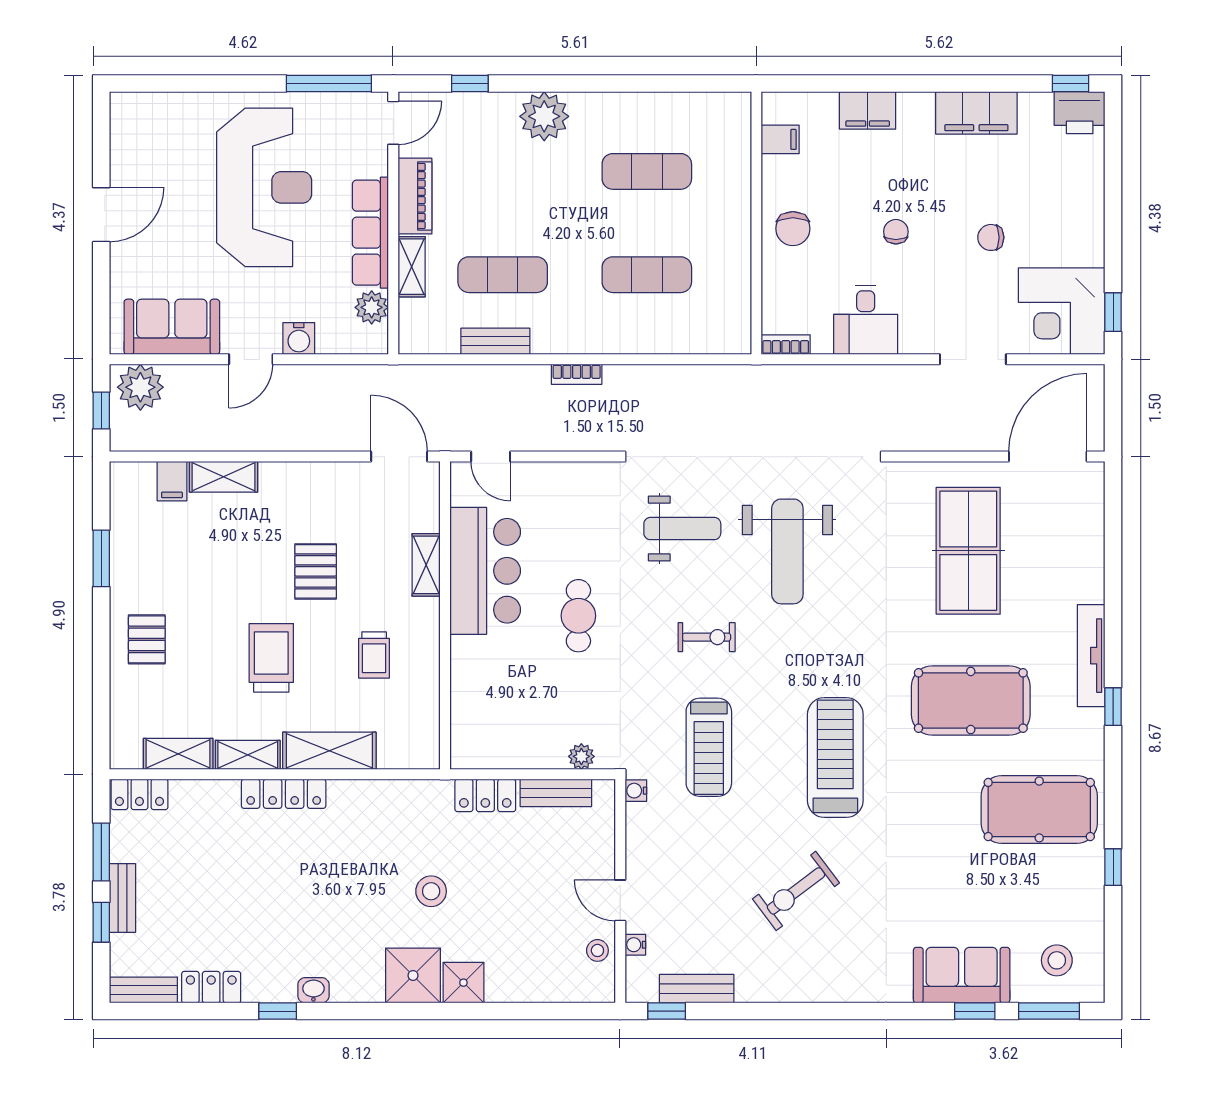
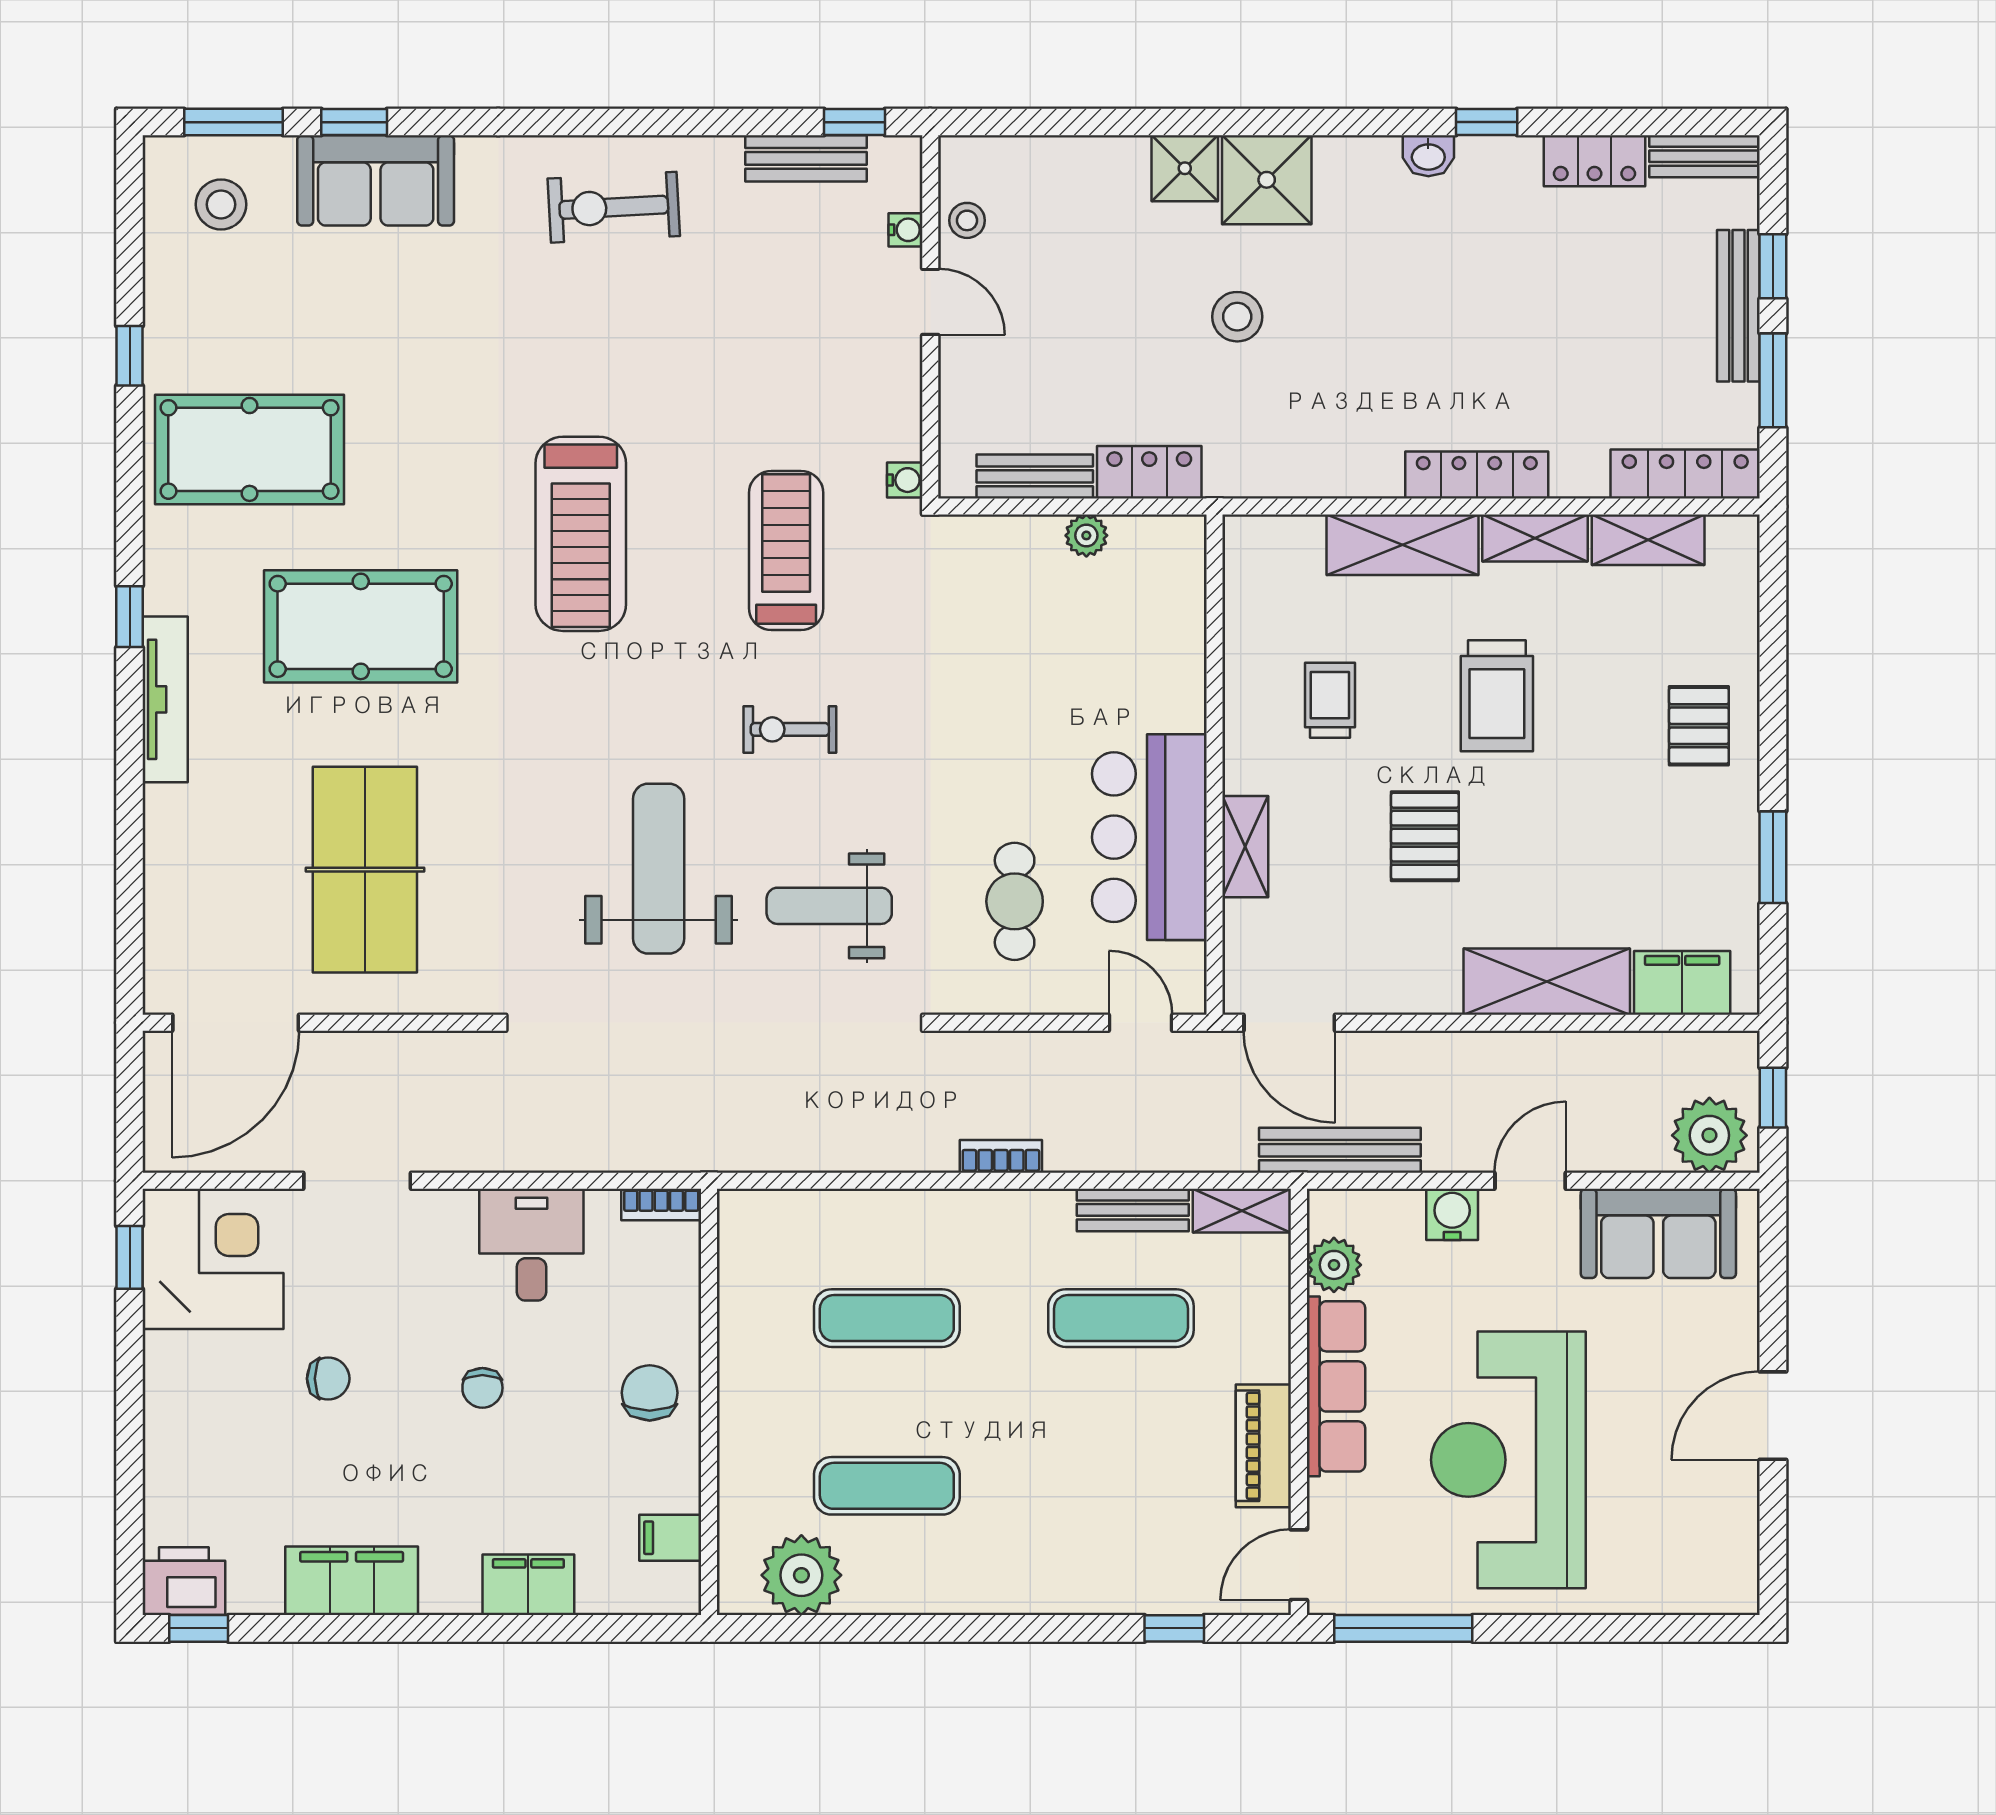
plant: (544, 116) -> (801, 1575), moved
shelving: (412, 267) -> (1242, 1211), moved, turned 90
bench: (368, 378) -> (1340, 1150), added
shelving: (223, 477) -> (1547, 982), width x1.50, depth x1.33
filing cabinet: (172, 481) -> (1682, 983), width x2.00
cafe table: (578, 616) -> (1015, 901), moved
plant: (581, 756) -> (1086, 535), moved
locker: (139, 794) -> (1685, 474), width x1.53
exercise bike: (796, 891) -> (614, 207), moved, turned -146
bench: (122, 898) -> (1738, 306), width x1.36

